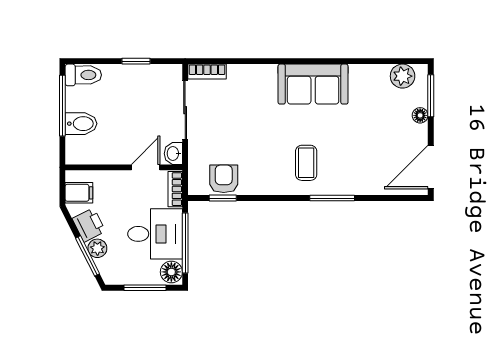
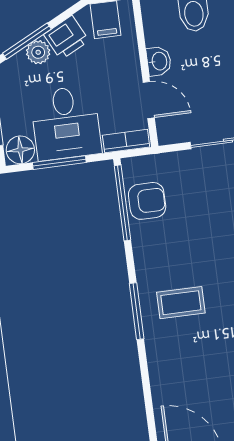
washbasin: (173, 154) -> (159, 61), moved, turned 90
window: (223, 198) -> (123, 203), width x2.17
window: (332, 198) -> (137, 311), moved
window: (185, 243) -> (59, 163), width x0.69

